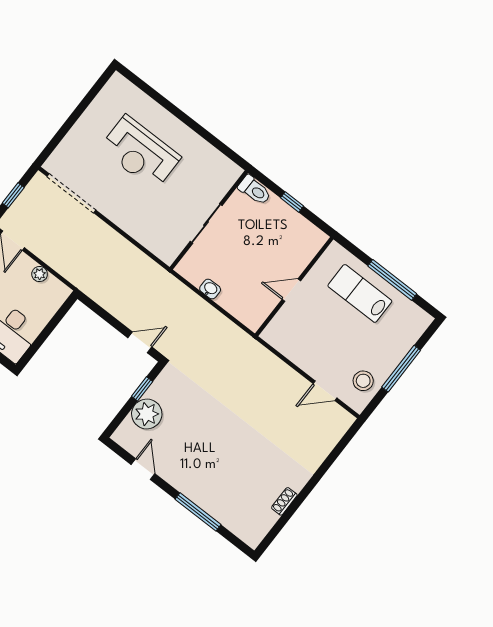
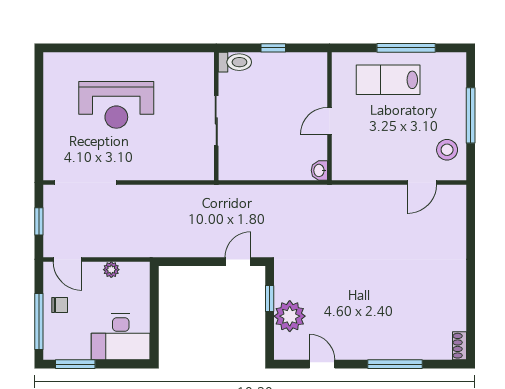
washbasin: (210, 289) -> (319, 170), moved, turned -90
shoe rack: (284, 501) -> (459, 346), moved

